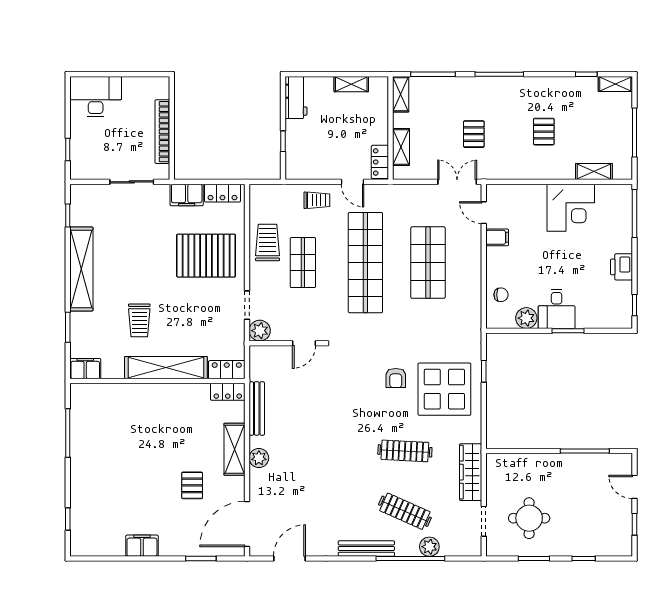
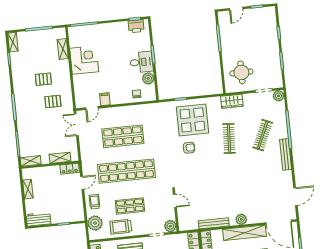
pallet: (474, 134) -> (53, 101), moved
plant: (279, 197) -> (95, 223), added
printer: (621, 267) -> (136, 26), moved
shelving: (234, 449) -> (245, 233), width x1.47
wardrobe: (471, 472) -> (232, 101), width x0.67
round table: (529, 518) -> (241, 72), moved
plant: (429, 547) -> (279, 96), moved
door: (289, 559) -> (295, 197), swing flipped

